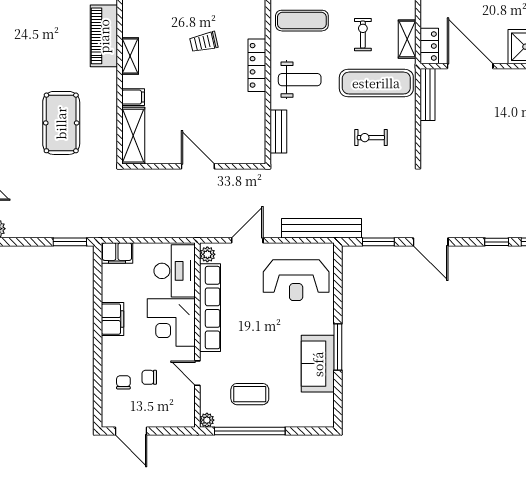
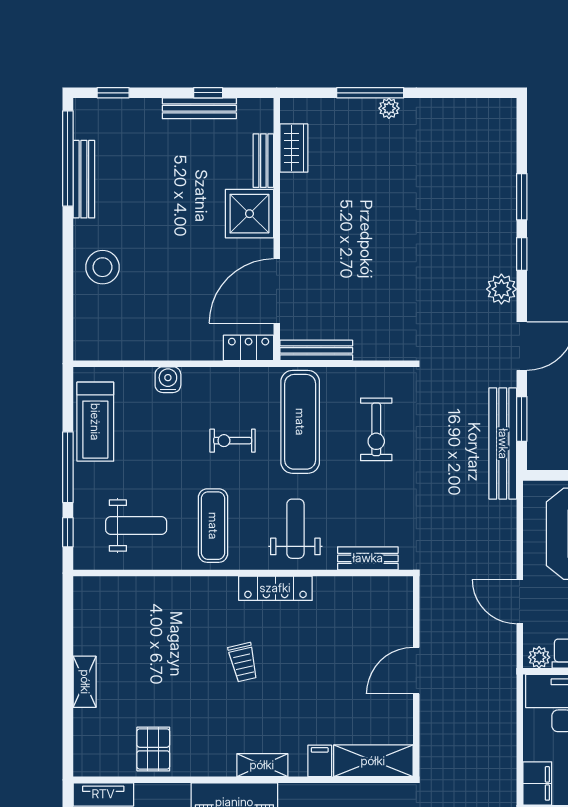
shelving: (407, 39) -> (239, 379), removed
exercise bike: (371, 138) -> (376, 429), width x1.38, depth x1.39
plant: (471, 227) -> (501, 289), added
bench: (321, 228) -> (503, 444), moved

